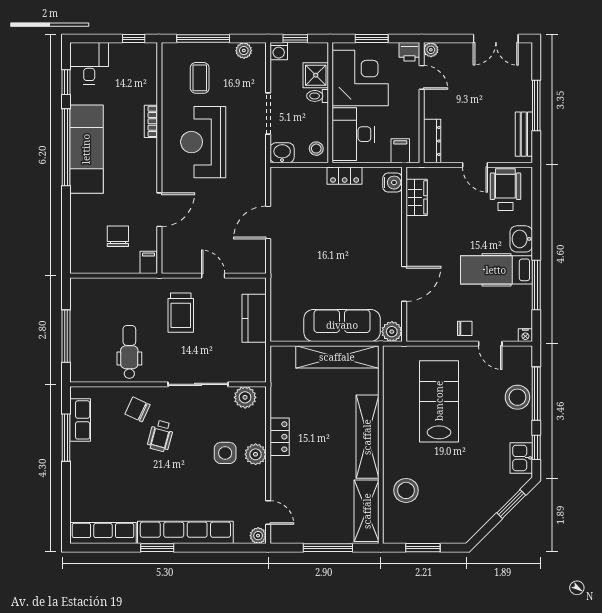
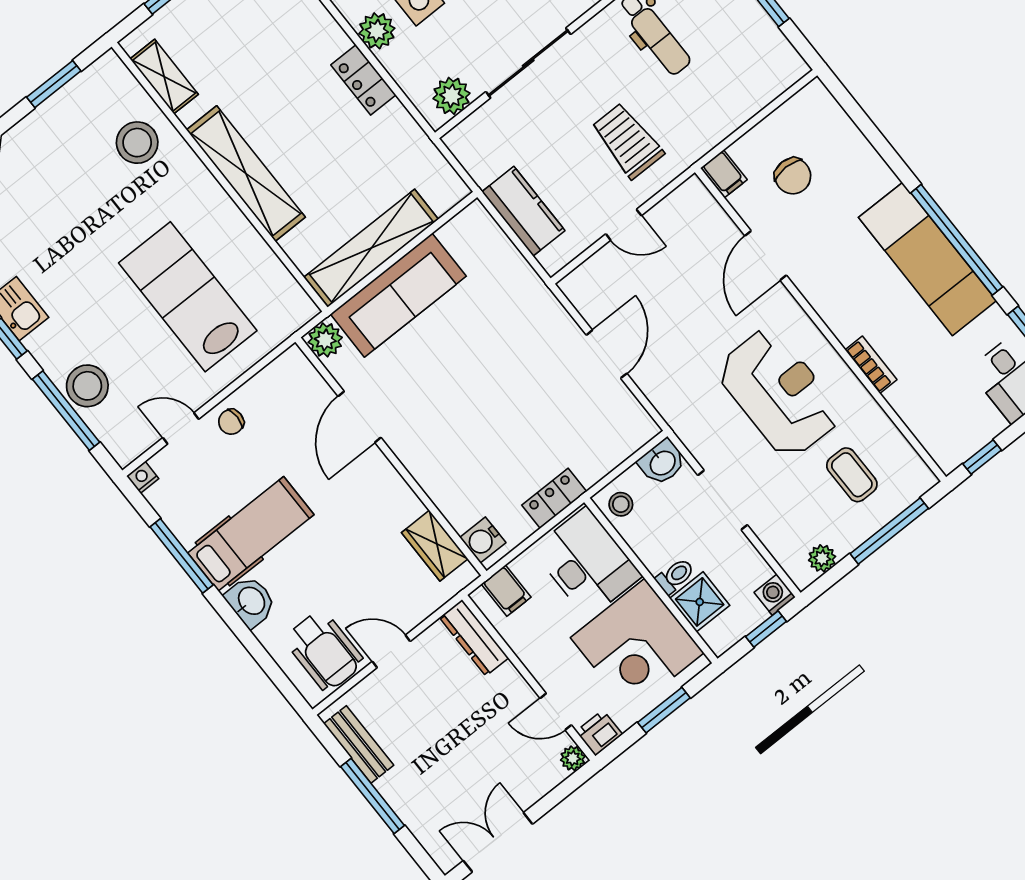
lab bench: (439, 401) -> (188, 297), turned 180
shelving: (367, 511) -> (164, 77), width x0.67, depth x0.75

